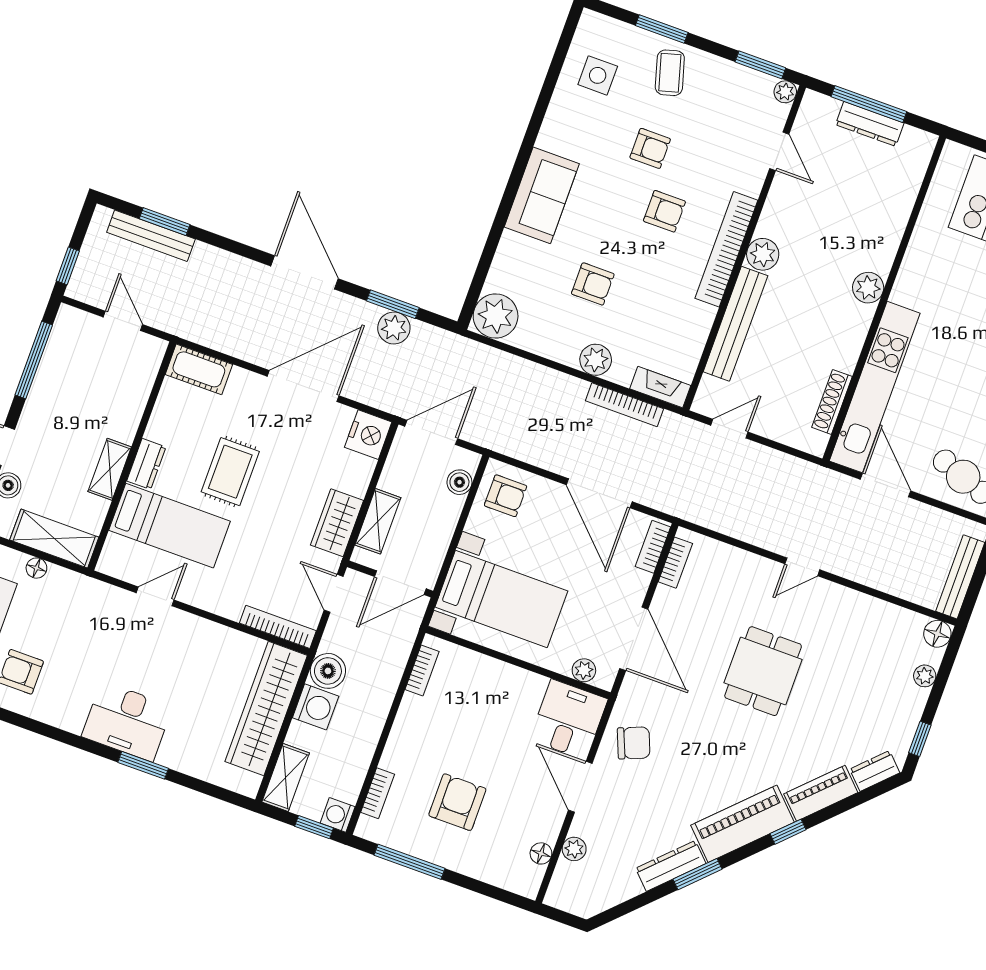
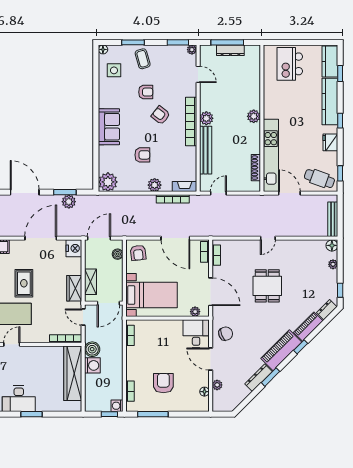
floor lamp: (590, 21) -> (103, 49), added
armchair: (664, 211) -> (161, 115), turned -142
armchair: (506, 496) -> (138, 253), turned 83
shelving: (286, 778) -> (91, 398), removed

